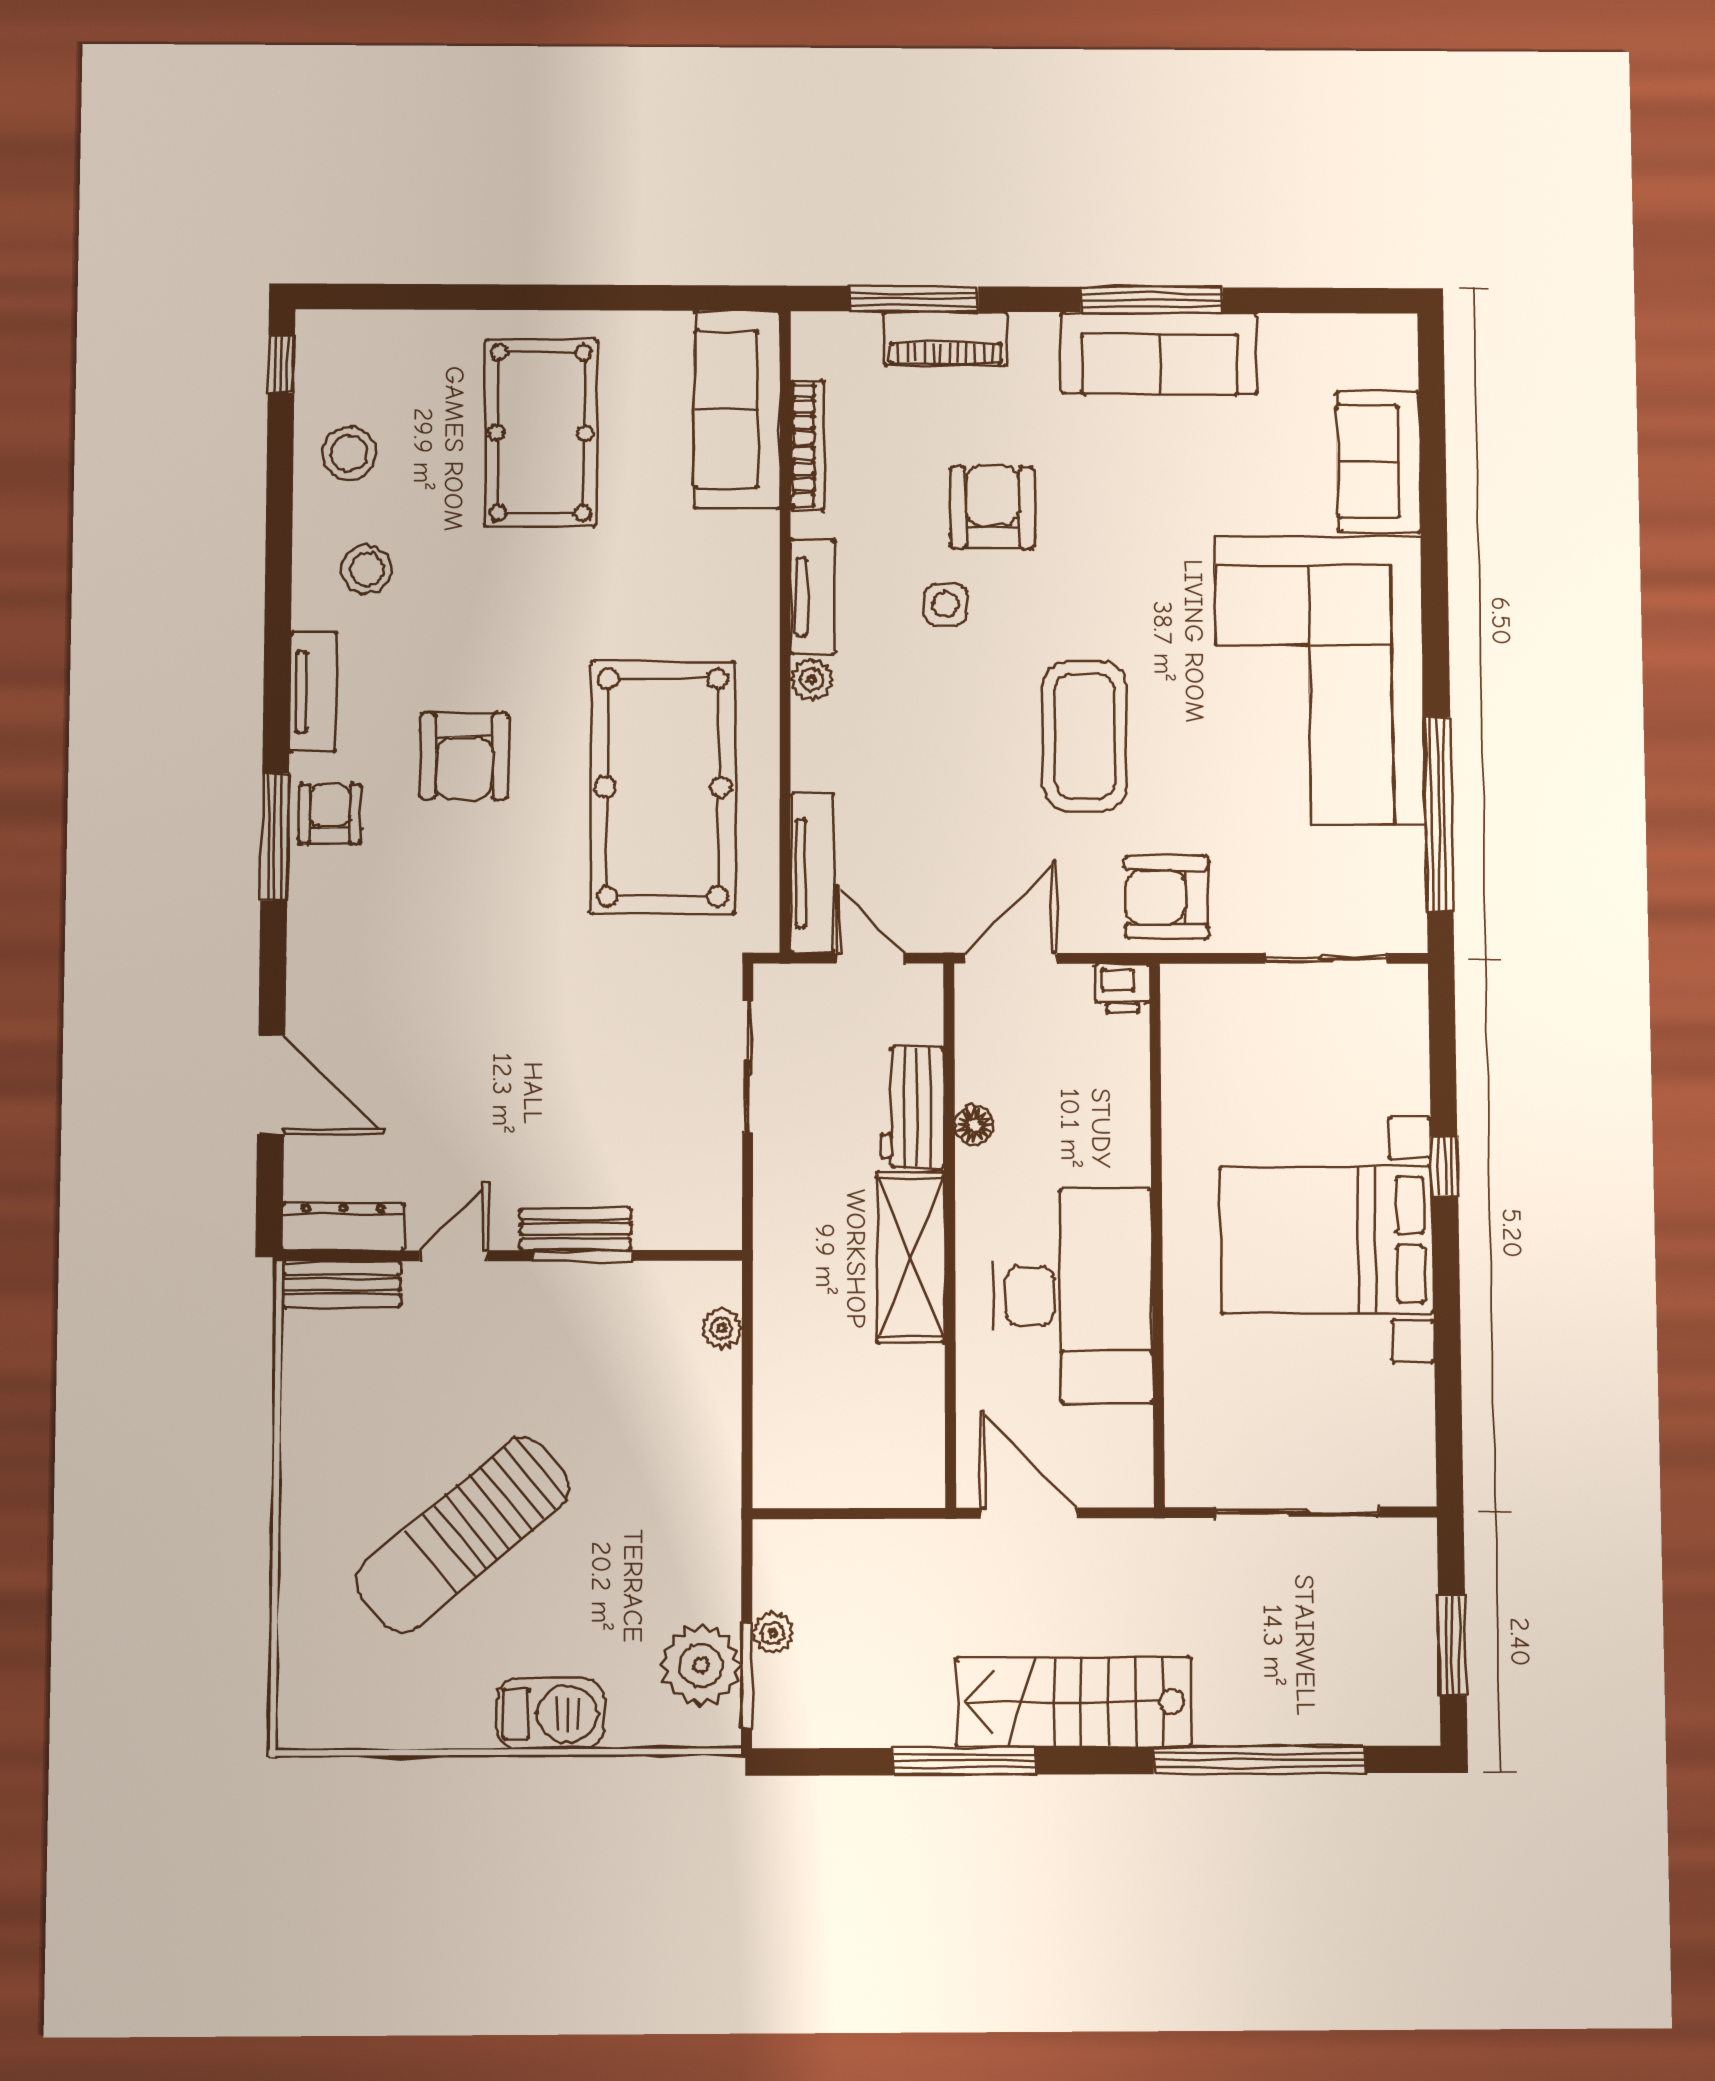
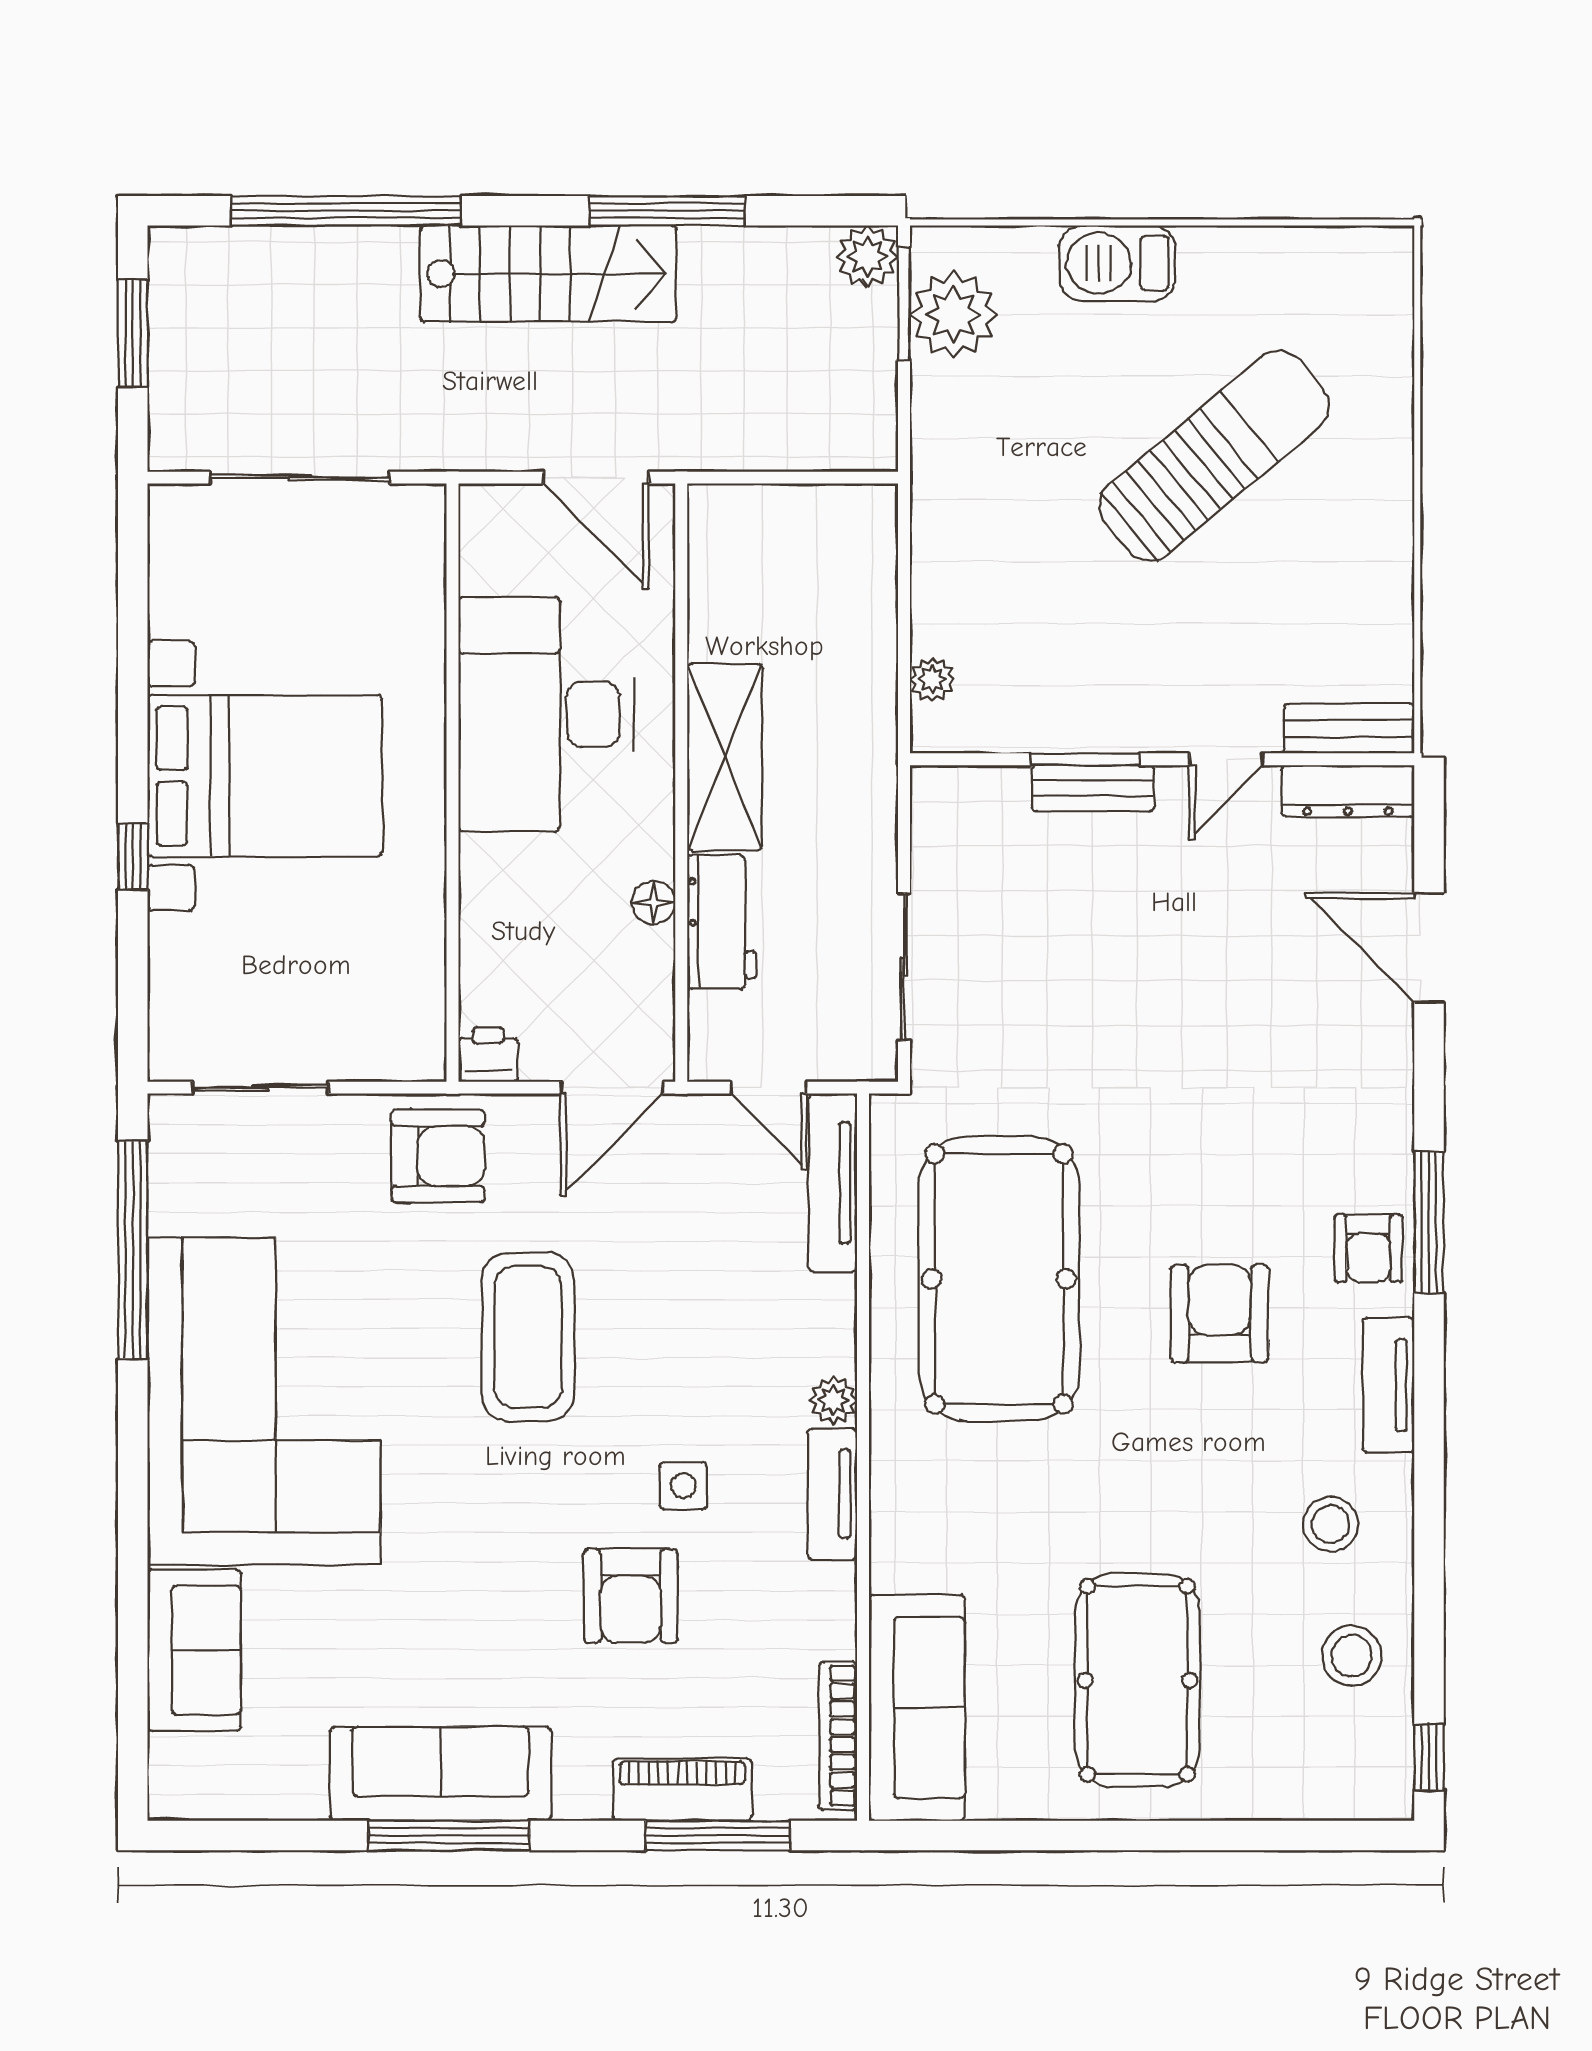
bookcase: (807, 446) -> (838, 1736), moved
plant: (773, 1633) -> (867, 256), moved, width x1.38, depth x1.38

